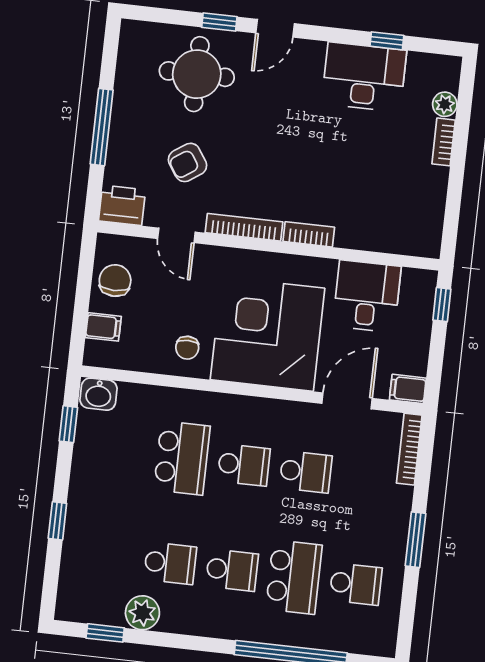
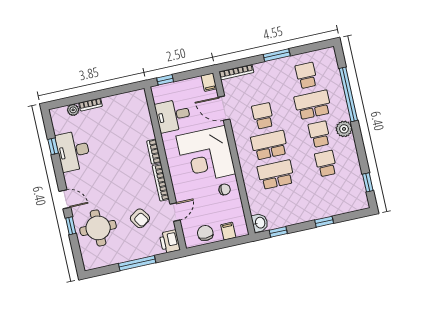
chair: (115, 281) -> (205, 233), turned 90
school desk: (244, 465) -> (269, 145), width x1.85
plant: (142, 613) -> (344, 129), moved

